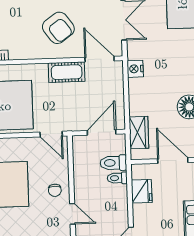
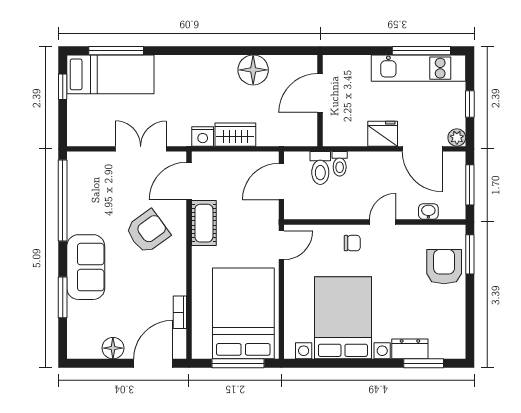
door: (102, 132) -> (281, 182), hinge flipped
wardrobe: (139, 133) -> (235, 135), moved
fridge: (142, 191) -> (383, 134), moved

